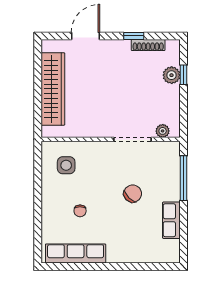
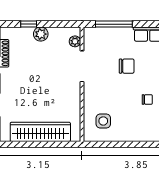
plant: (172, 75) -> (41, 34), moved
chair: (133, 194) -> (127, 66), turned 135
chair: (80, 211) -> (147, 99), moved

